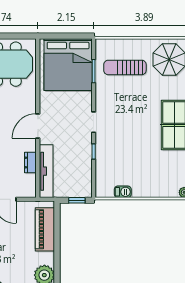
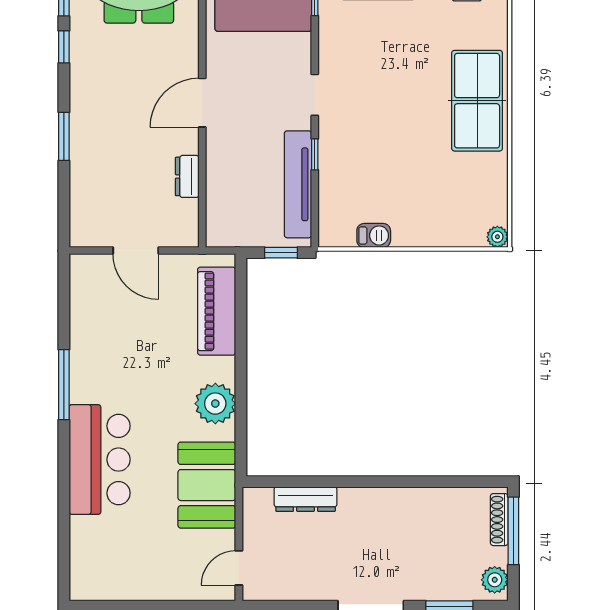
tv unit: (46, 171) -> (298, 184), moved, turned 180

